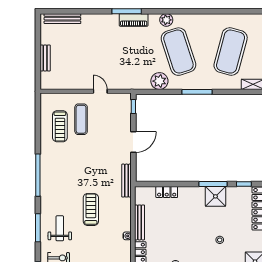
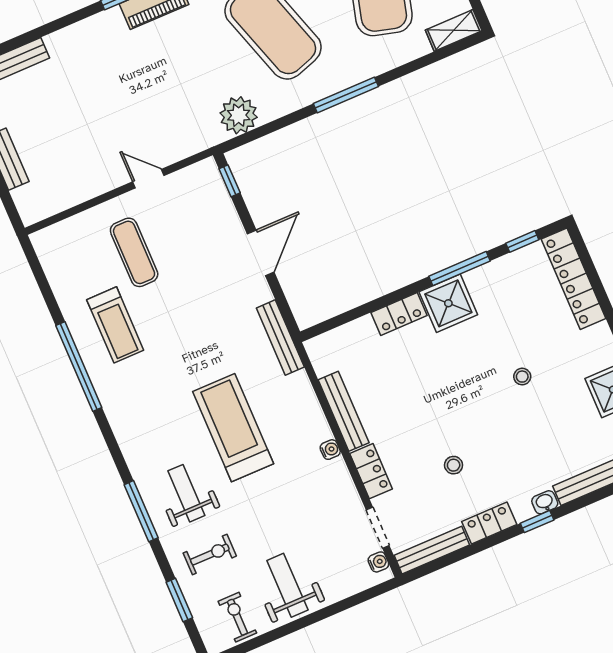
plant: (159, 81) -> (239, 115), moved
treadmill: (60, 126) -> (115, 325), moved
window: (38, 175) -> (79, 367), moved
locker: (167, 192) -> (399, 314), moved
shower: (215, 196) -> (448, 303), moved
treadmill: (91, 209) -> (233, 428), width x1.37, depth x1.38

